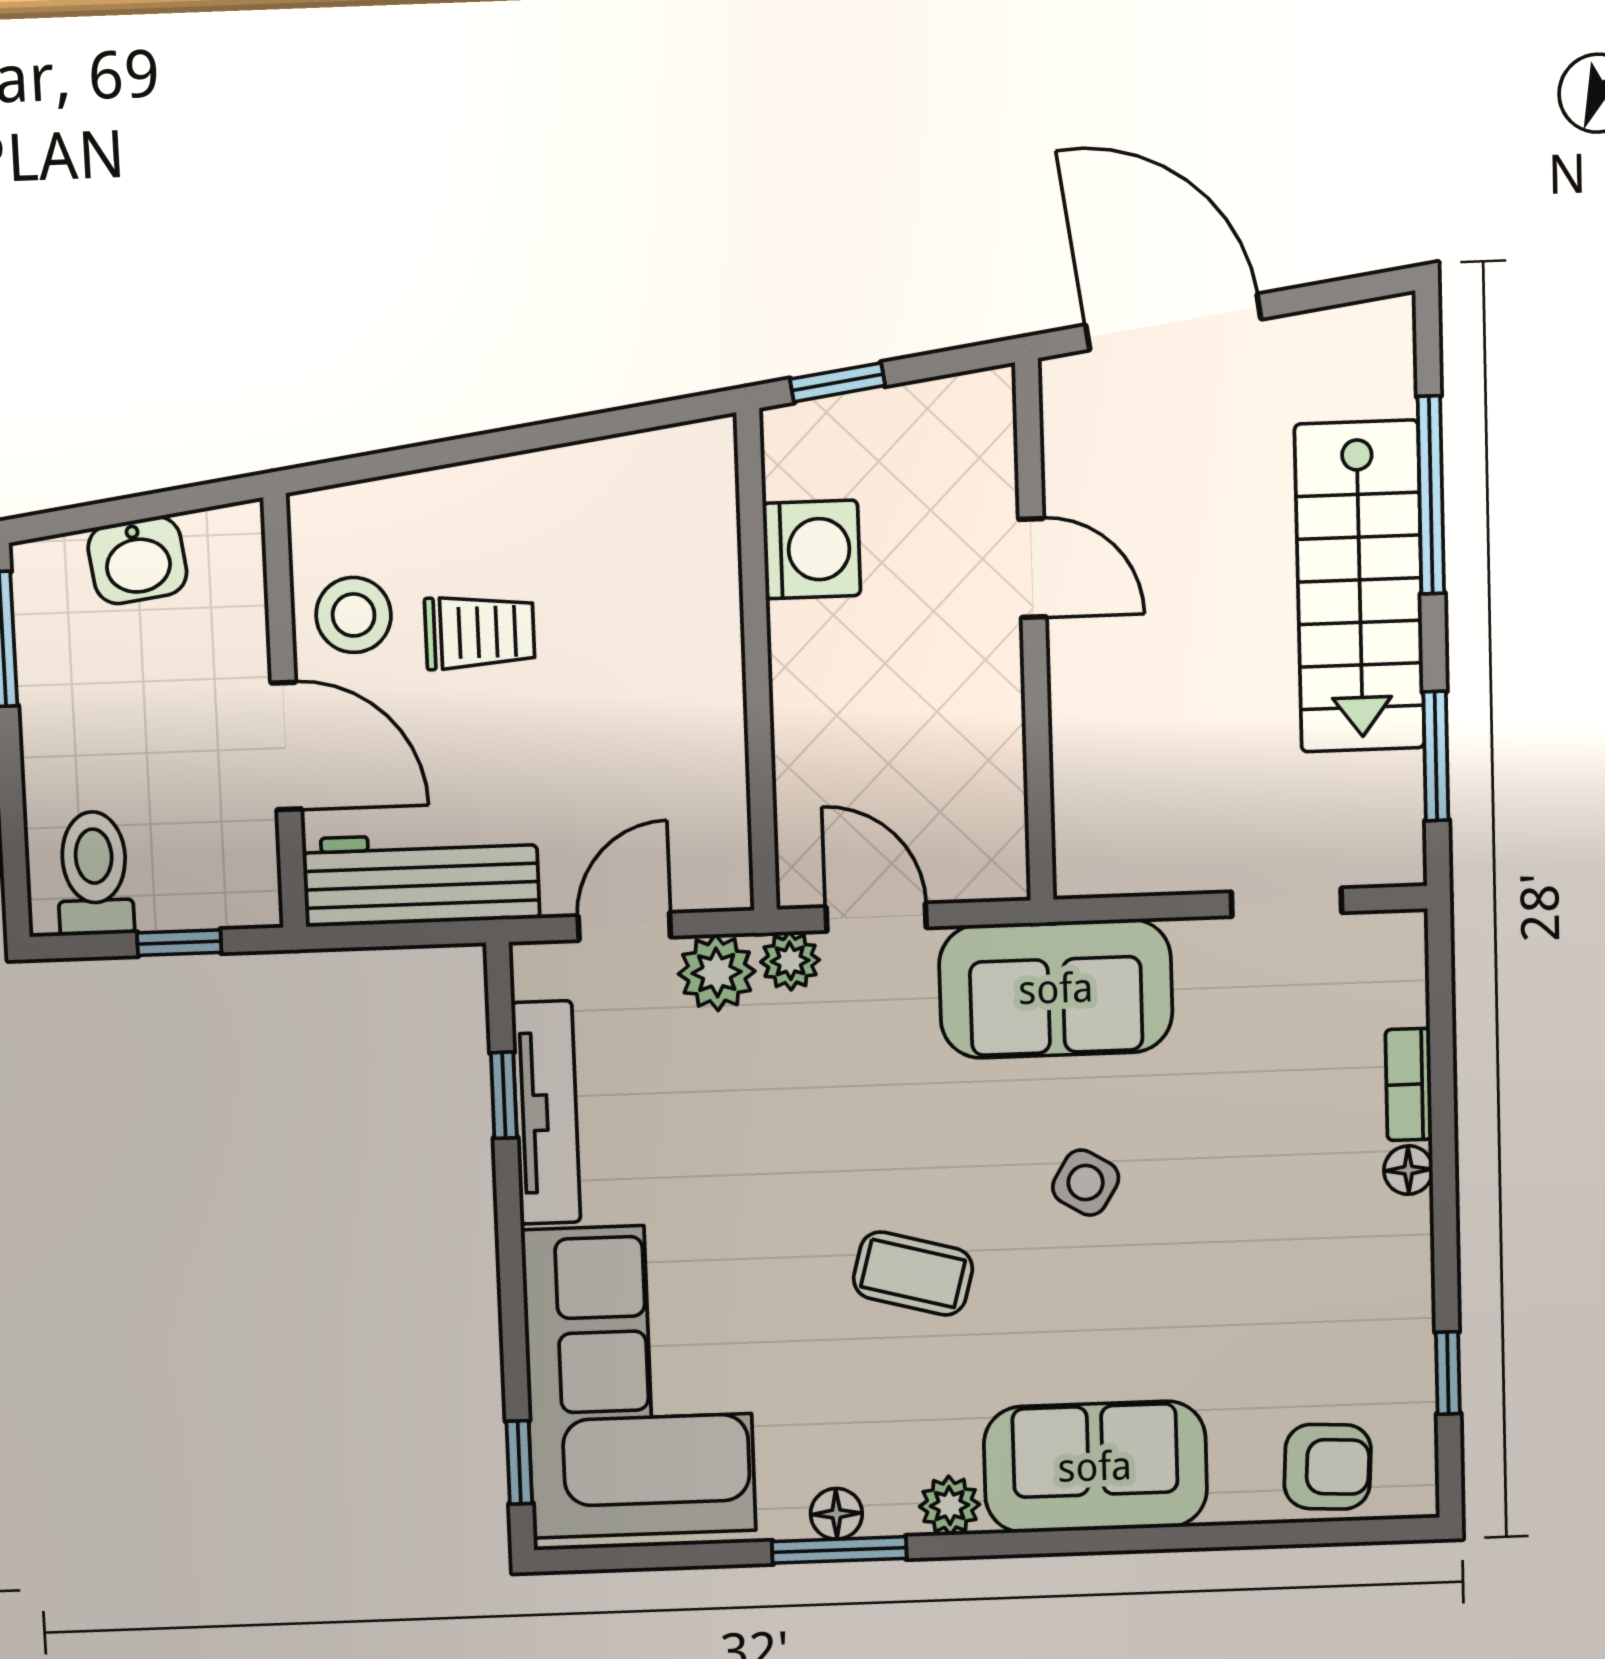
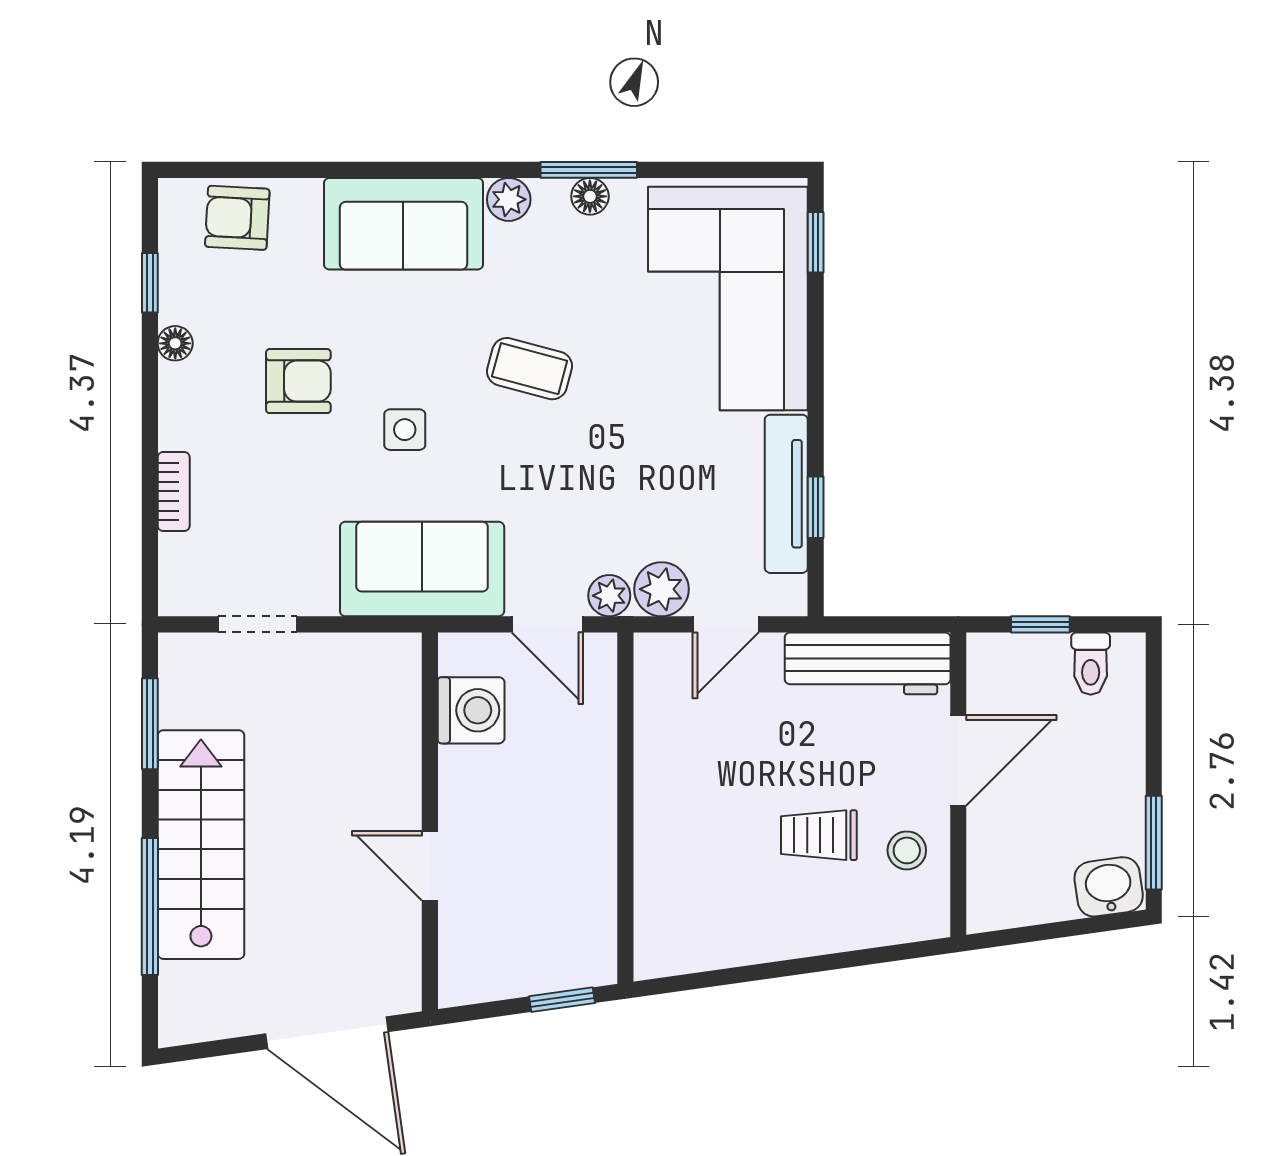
washing machine: (811, 549) -> (471, 710), moved, turned 180
washbasin: (137, 560) -> (1109, 887), moved
stool: (354, 615) -> (907, 850), width x0.73, depth x0.73
door: (286, 746) -> (958, 760), swing flipped
toilet: (94, 873) -> (1091, 664), width x0.73, depth x0.72
floor lamp: (1408, 1170) -> (175, 343), moved
side table: (1086, 1183) -> (405, 430), turned -31
armchair: (1237, 1245) -> (298, 381), added

